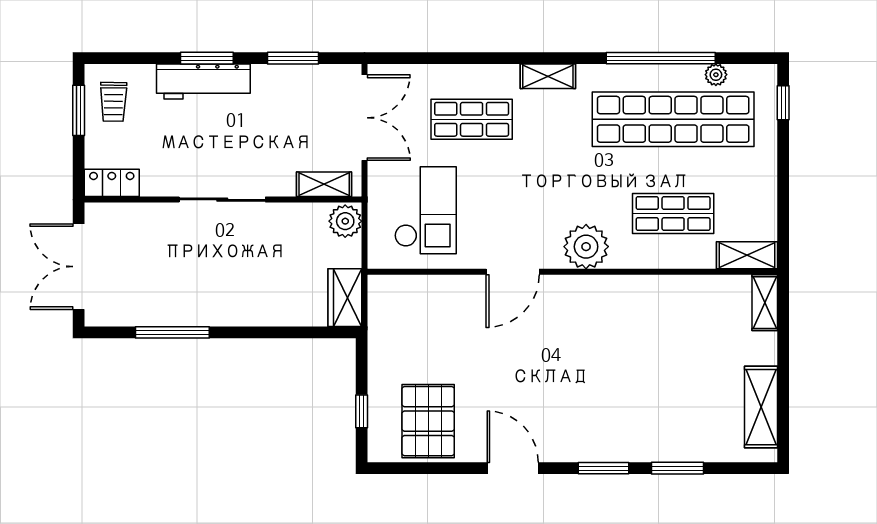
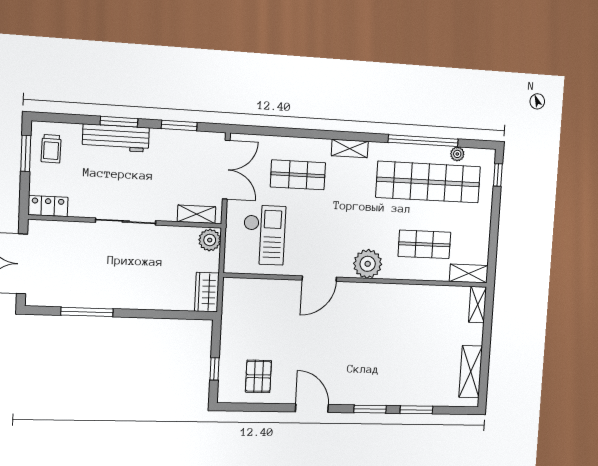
pallet: (428, 421) -> (258, 376), width x0.67, depth x0.71

